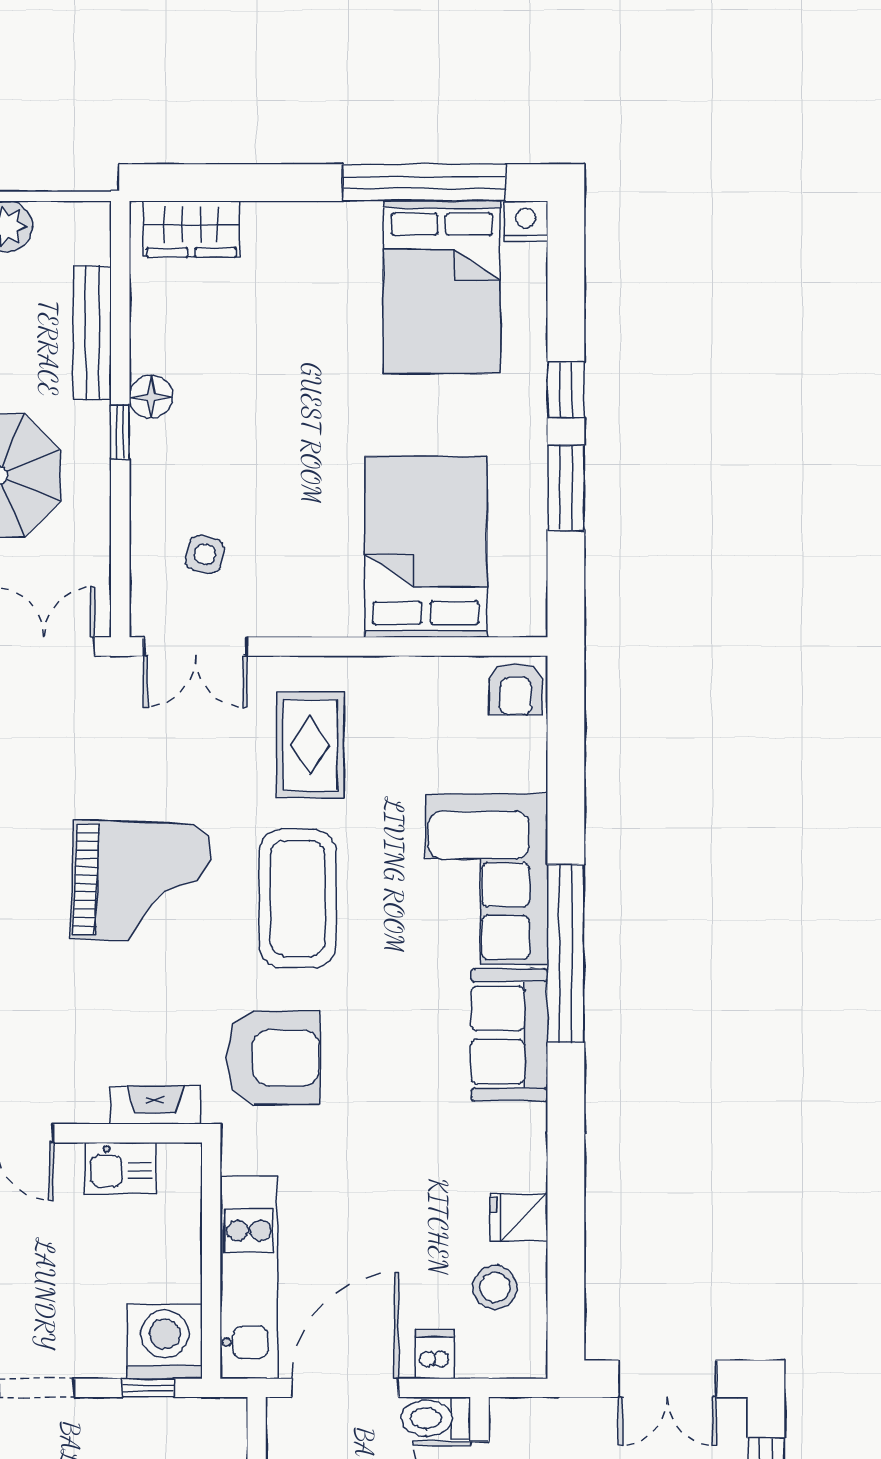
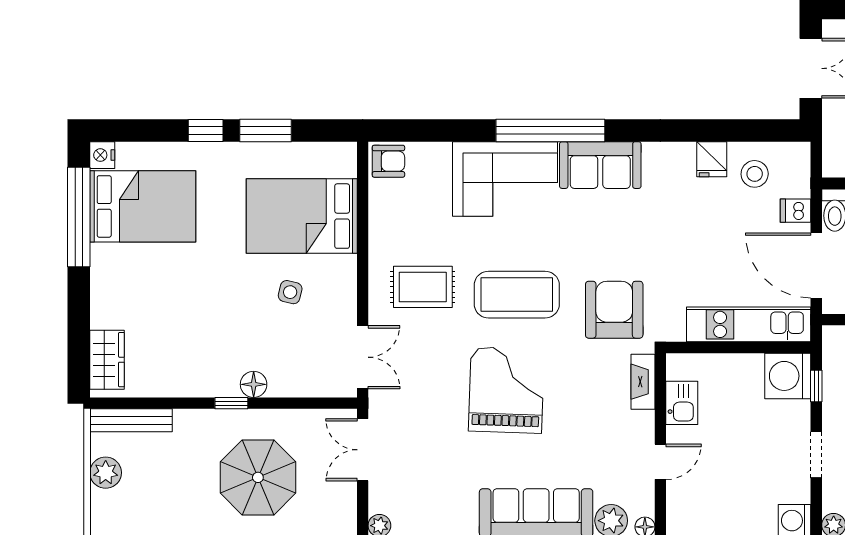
bench: (92, 333) -> (131, 420), moved
floor lamp: (151, 397) -> (254, 384), moved
side table: (205, 554) -> (290, 292), moved

